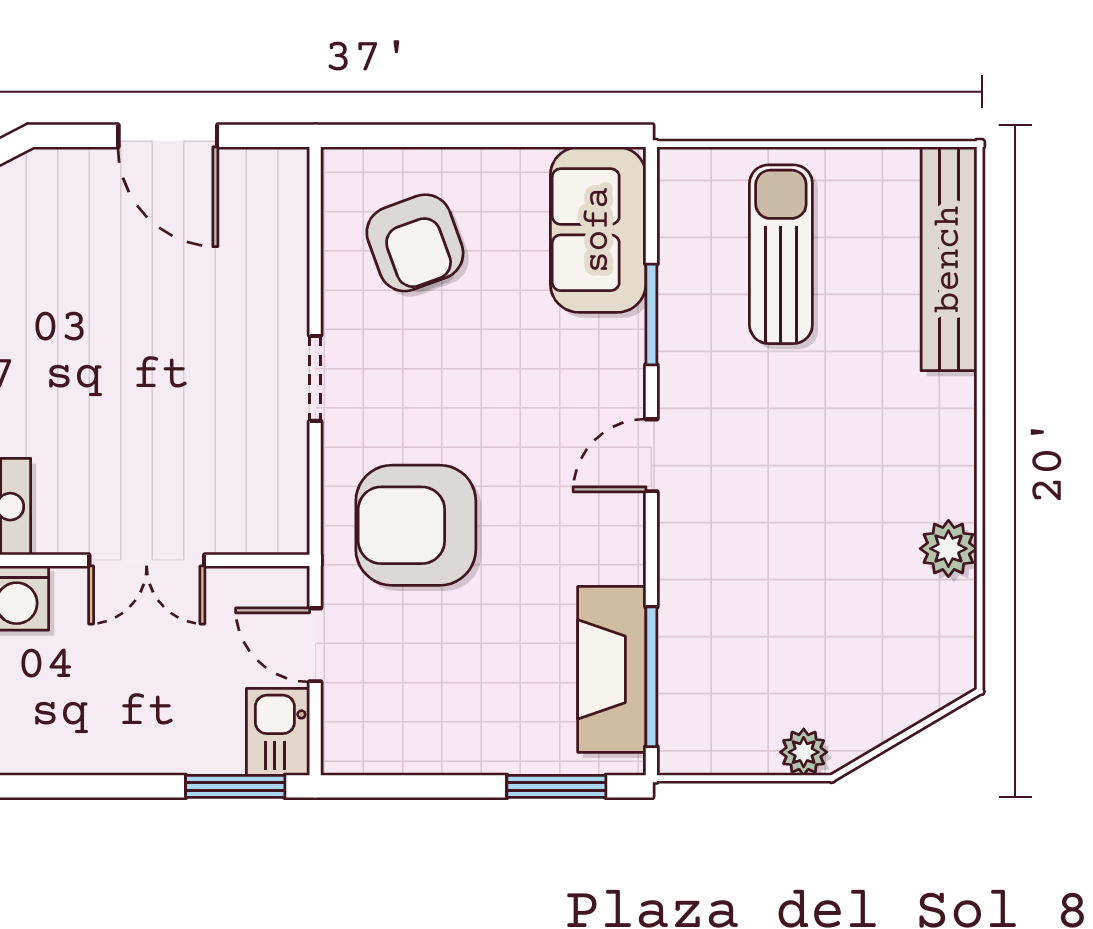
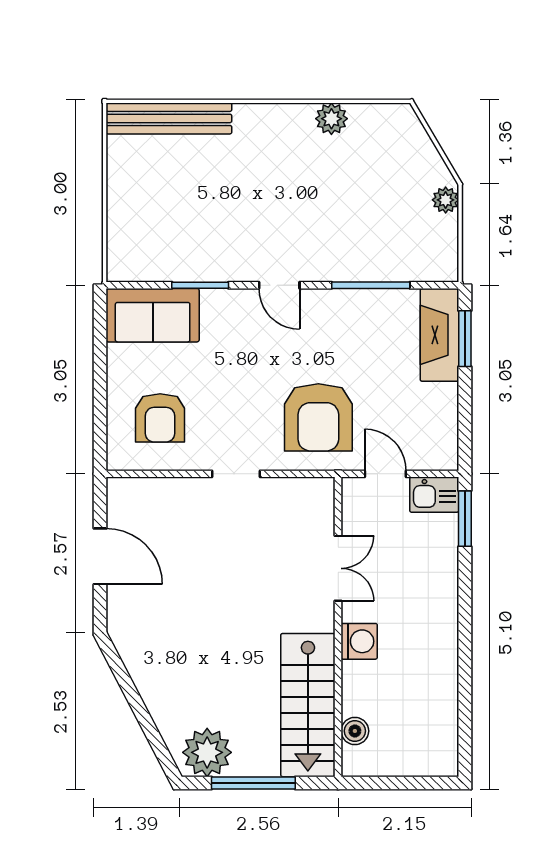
door: (168, 136) -> (100, 556), hinge flipped
armchair: (415, 243) -> (160, 418), turned 110
sun lounger: (781, 254) -> (166, 213), removed
door: (315, 645) -> (385, 474), swing flipped
fireplace: (612, 669) -> (440, 335), moved, turned 90
window: (651, 677) -> (371, 285), moved

